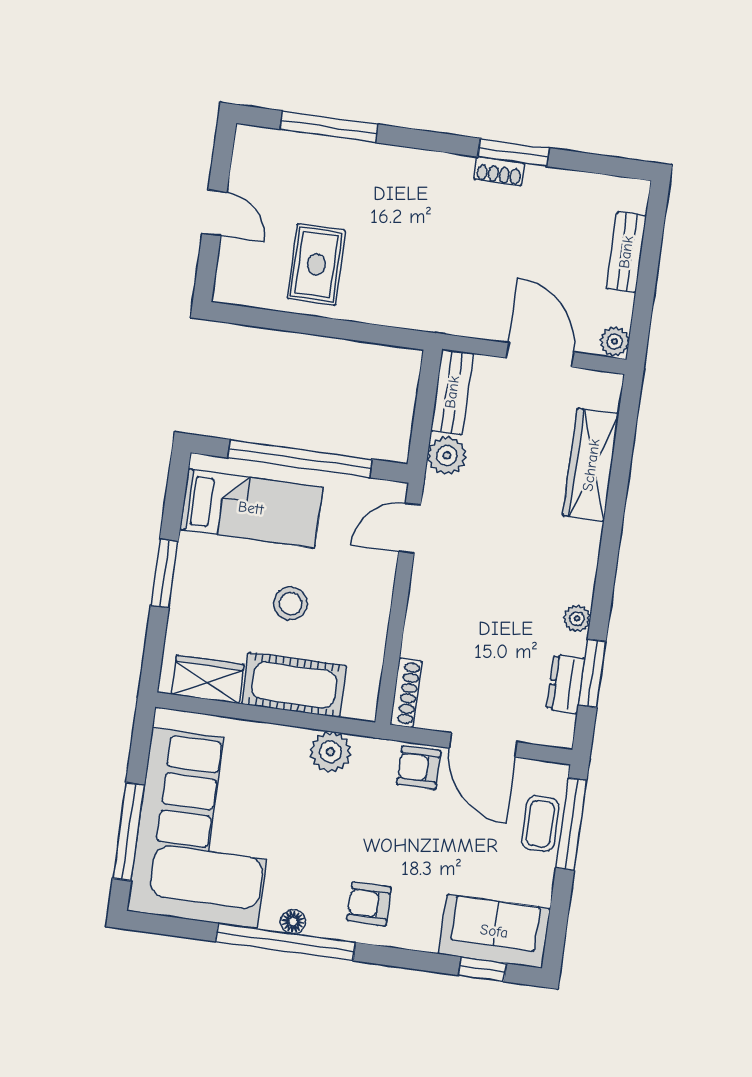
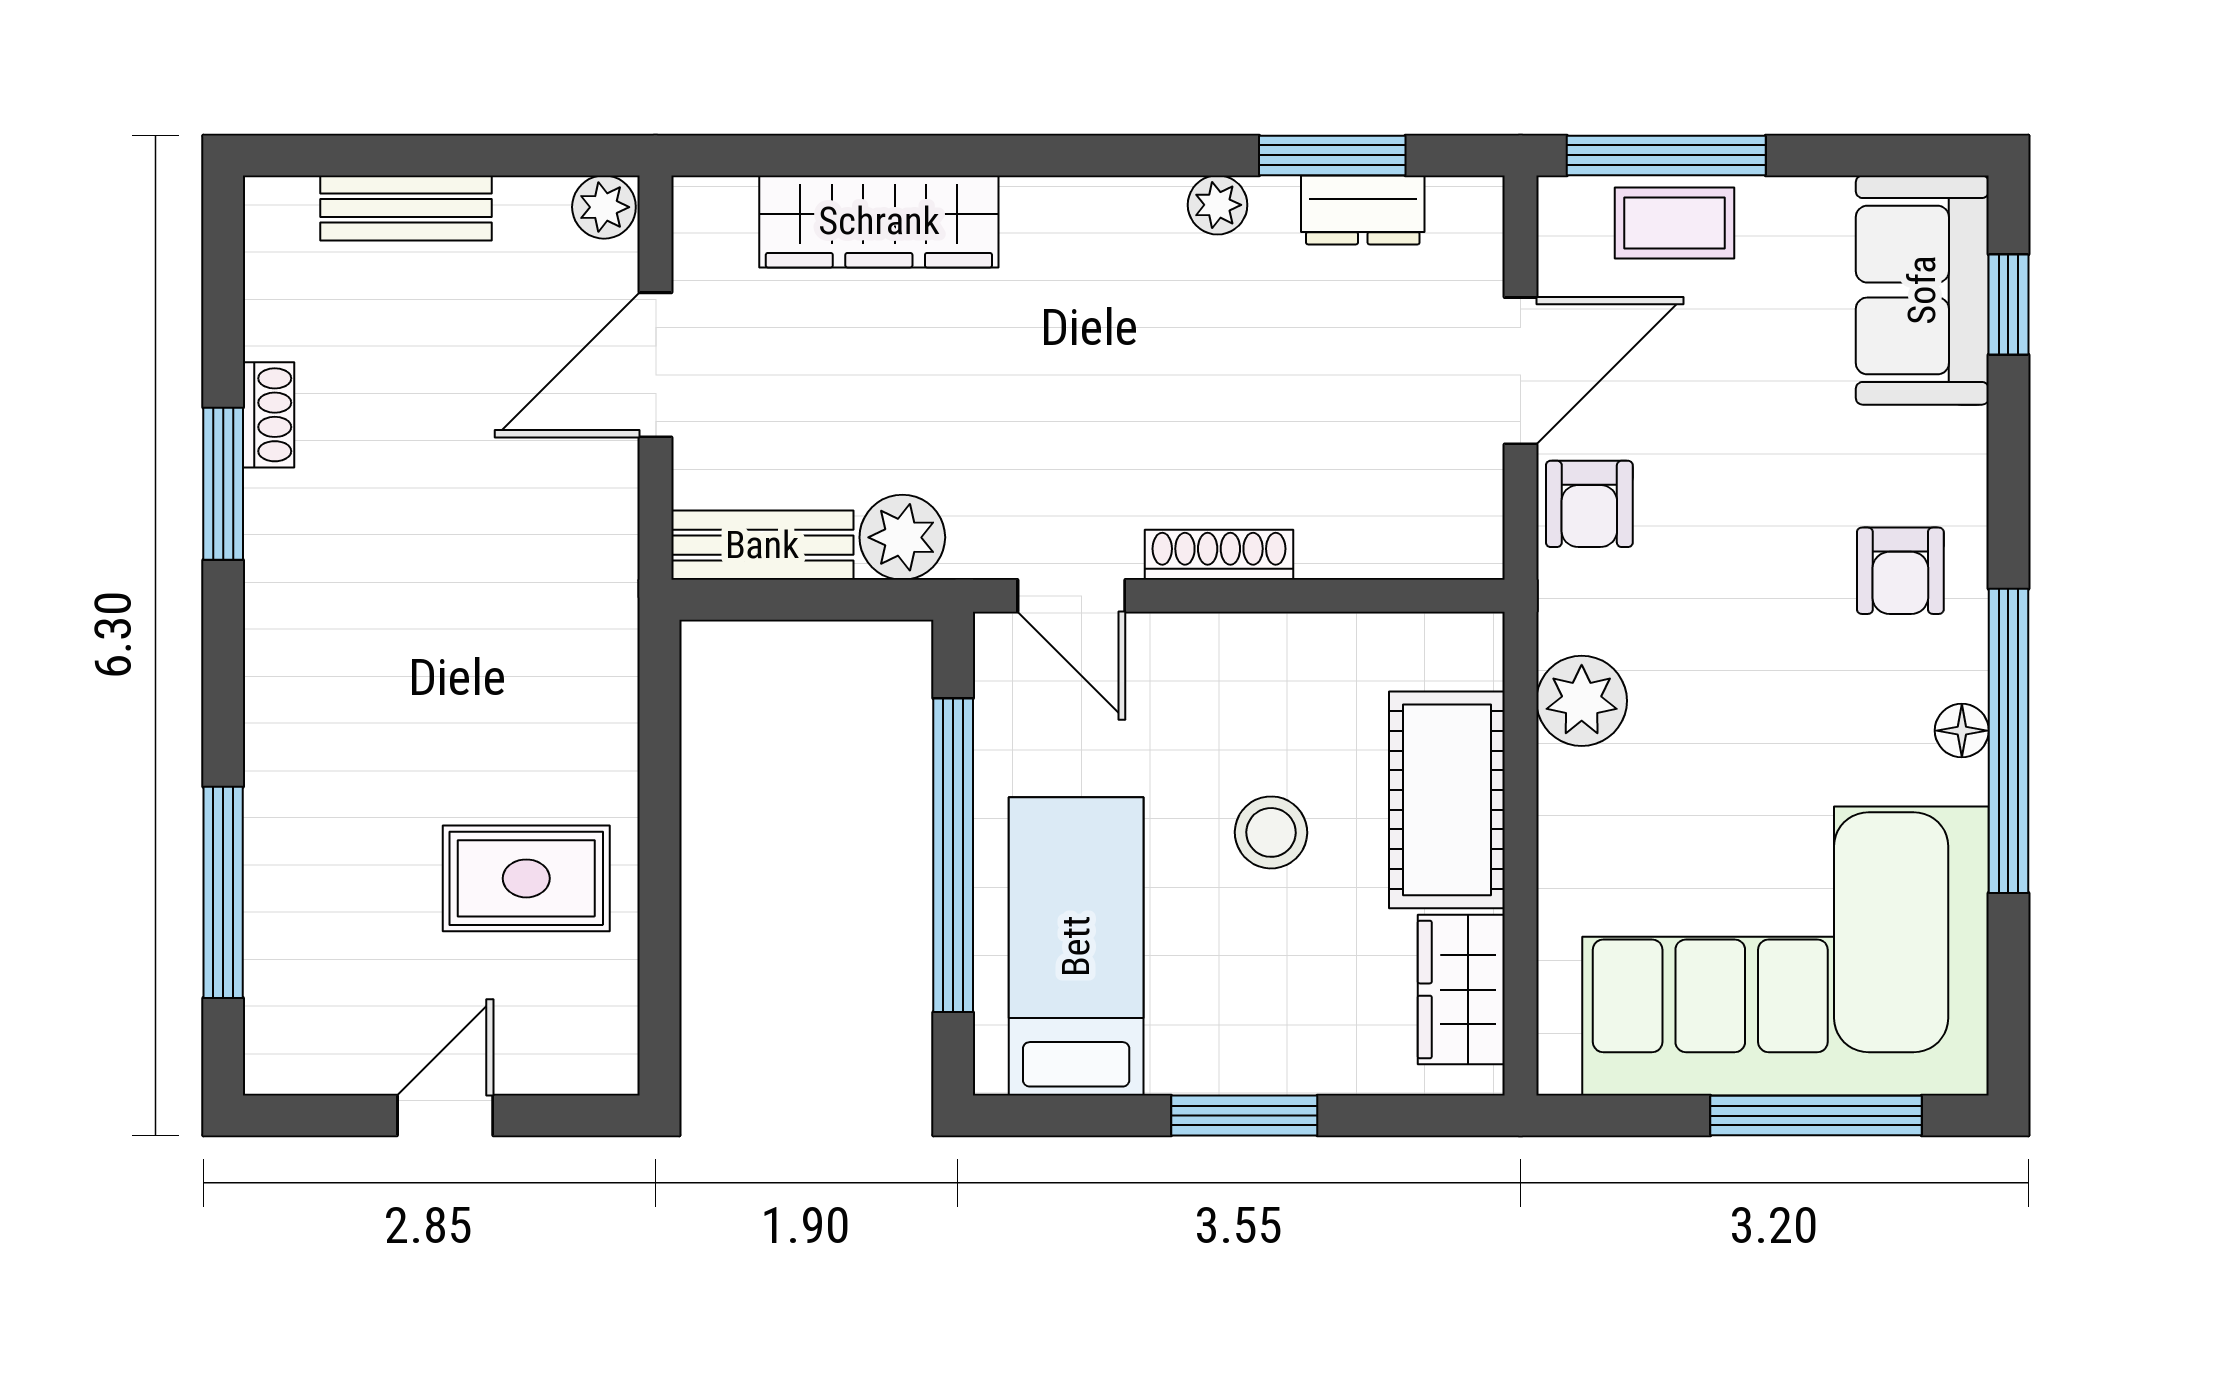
shoe rack: (499, 171) -> (269, 415), moved
shoe rack: (406, 693) -> (1219, 555), moved

